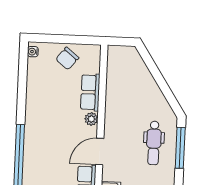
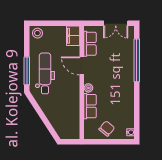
dental chair: (154, 143) -> (45, 73), width x1.36, depth x1.38
door: (100, 152) -> (82, 66), swing flipped

